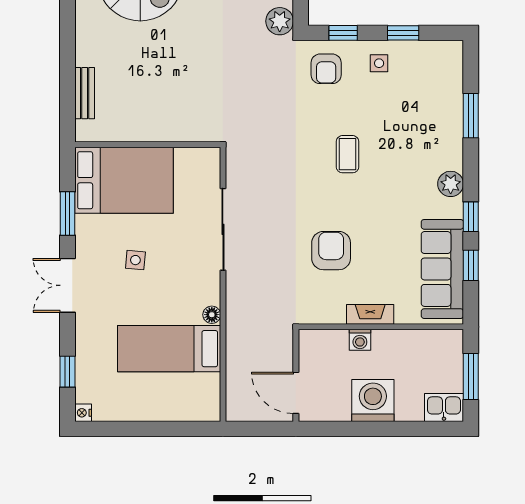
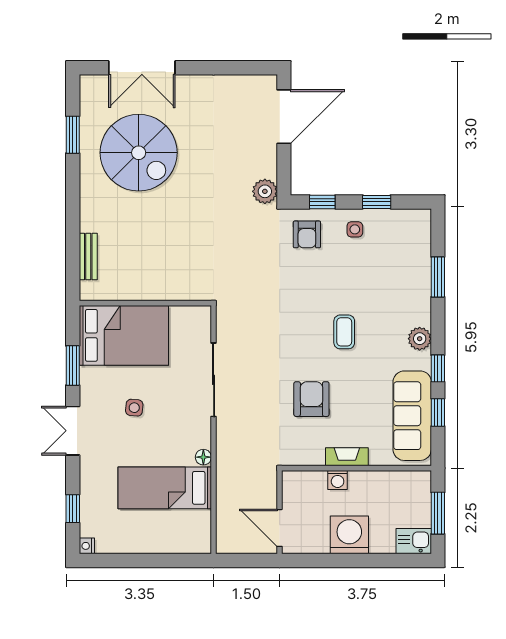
coffee table: (348, 154) -> (344, 332), moved

